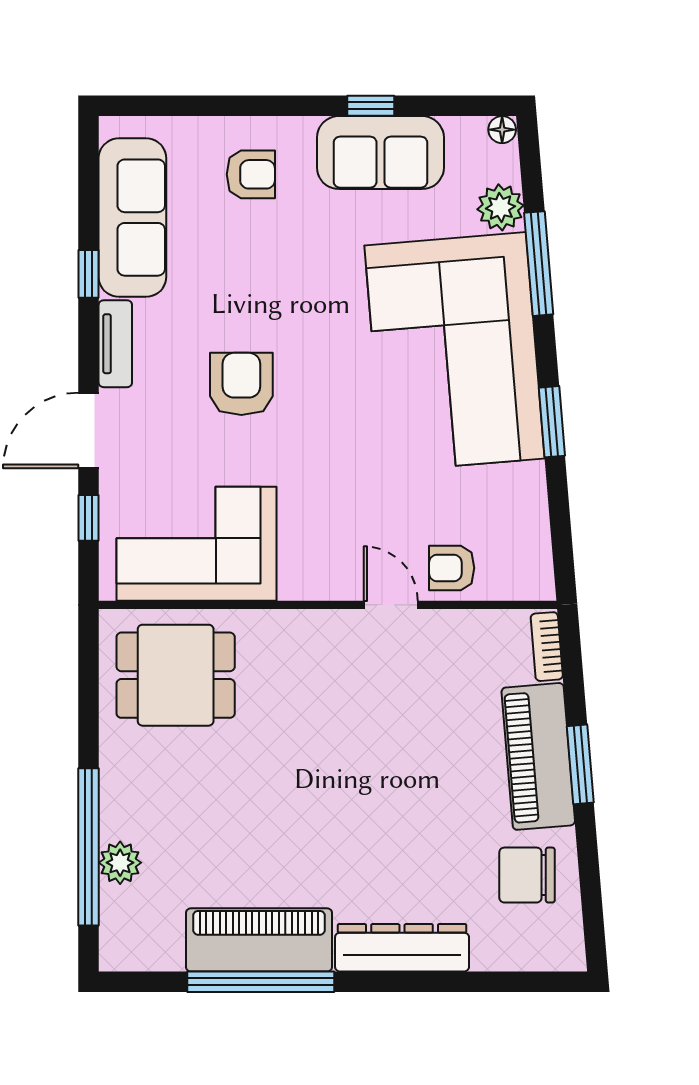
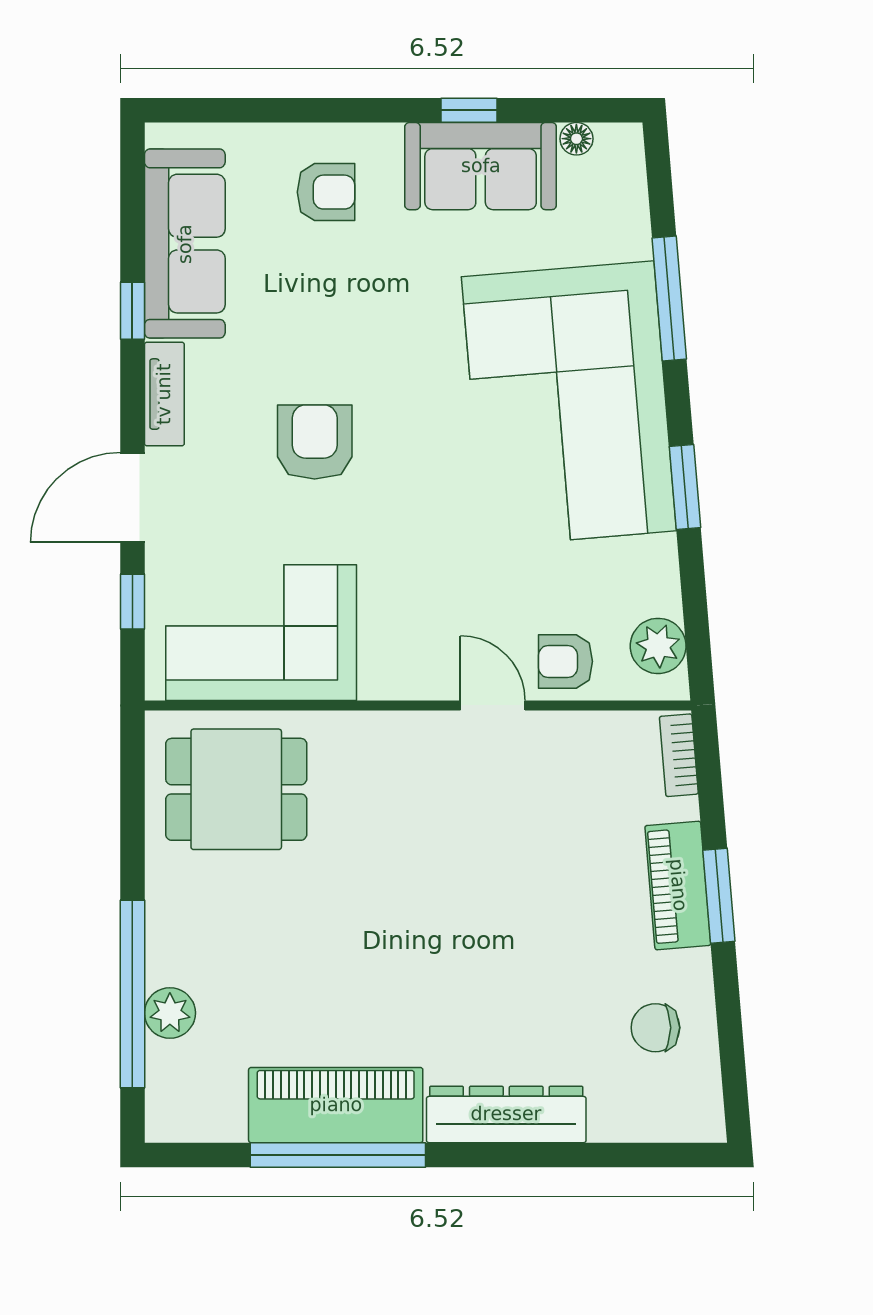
floor lamp: (502, 130) -> (576, 139), moved
plant: (500, 207) -> (658, 646), moved
piano: (538, 756) -> (678, 885), width x0.73, depth x0.75
chair: (527, 875) -> (655, 1028), width x0.73, depth x0.73

